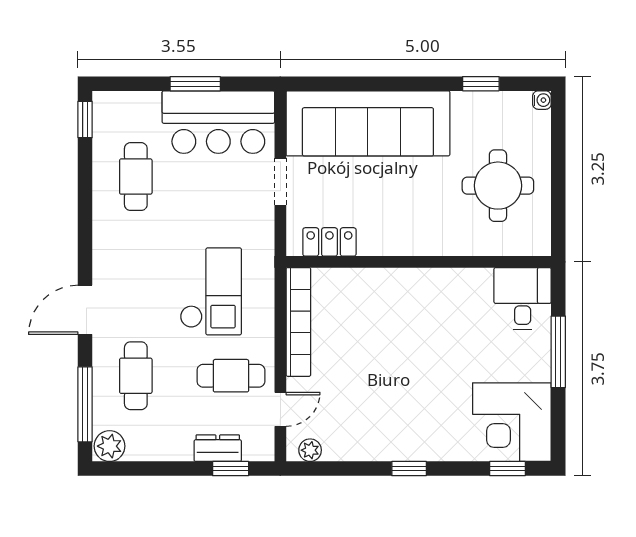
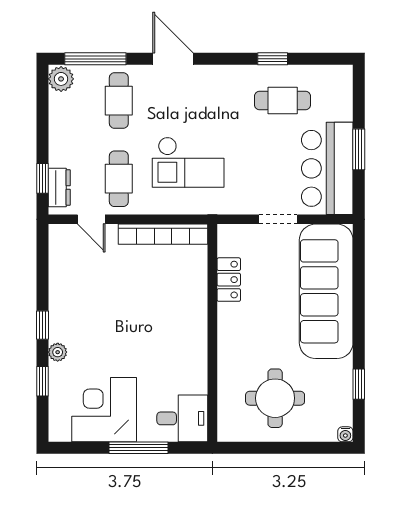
window: (85, 120) -> (273, 59), moved
locker: (329, 242) -> (229, 280), moved
cafe table: (136, 376) -> (119, 101), turned 90
corner desk: (512, 422) -> (104, 410), moved
dresser: (218, 448) -> (59, 187), moved
plant: (310, 450) -> (58, 352), moved
window: (507, 469) -> (42, 381), moved

